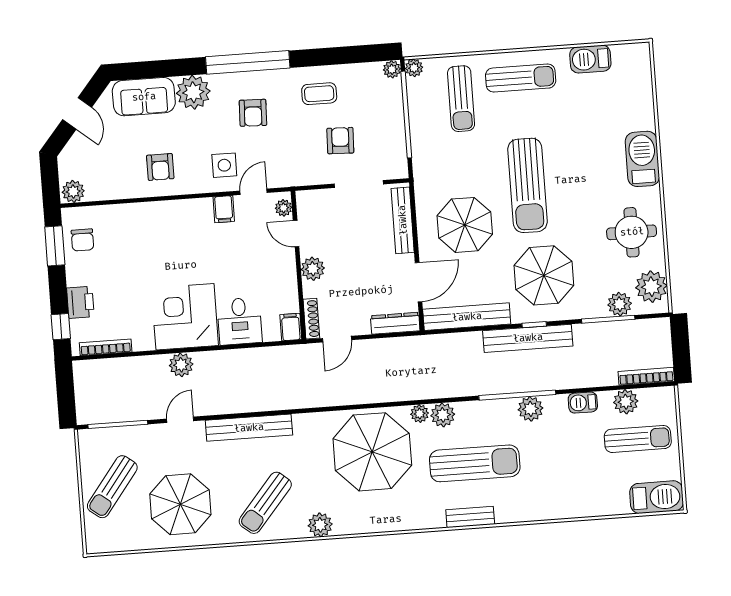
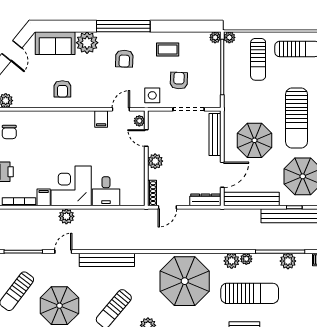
side table: (224, 165) -> (152, 95), moved
filing cabinet: (291, 327) -> (44, 197), moved
plant: (420, 414) -> (246, 259), moved

